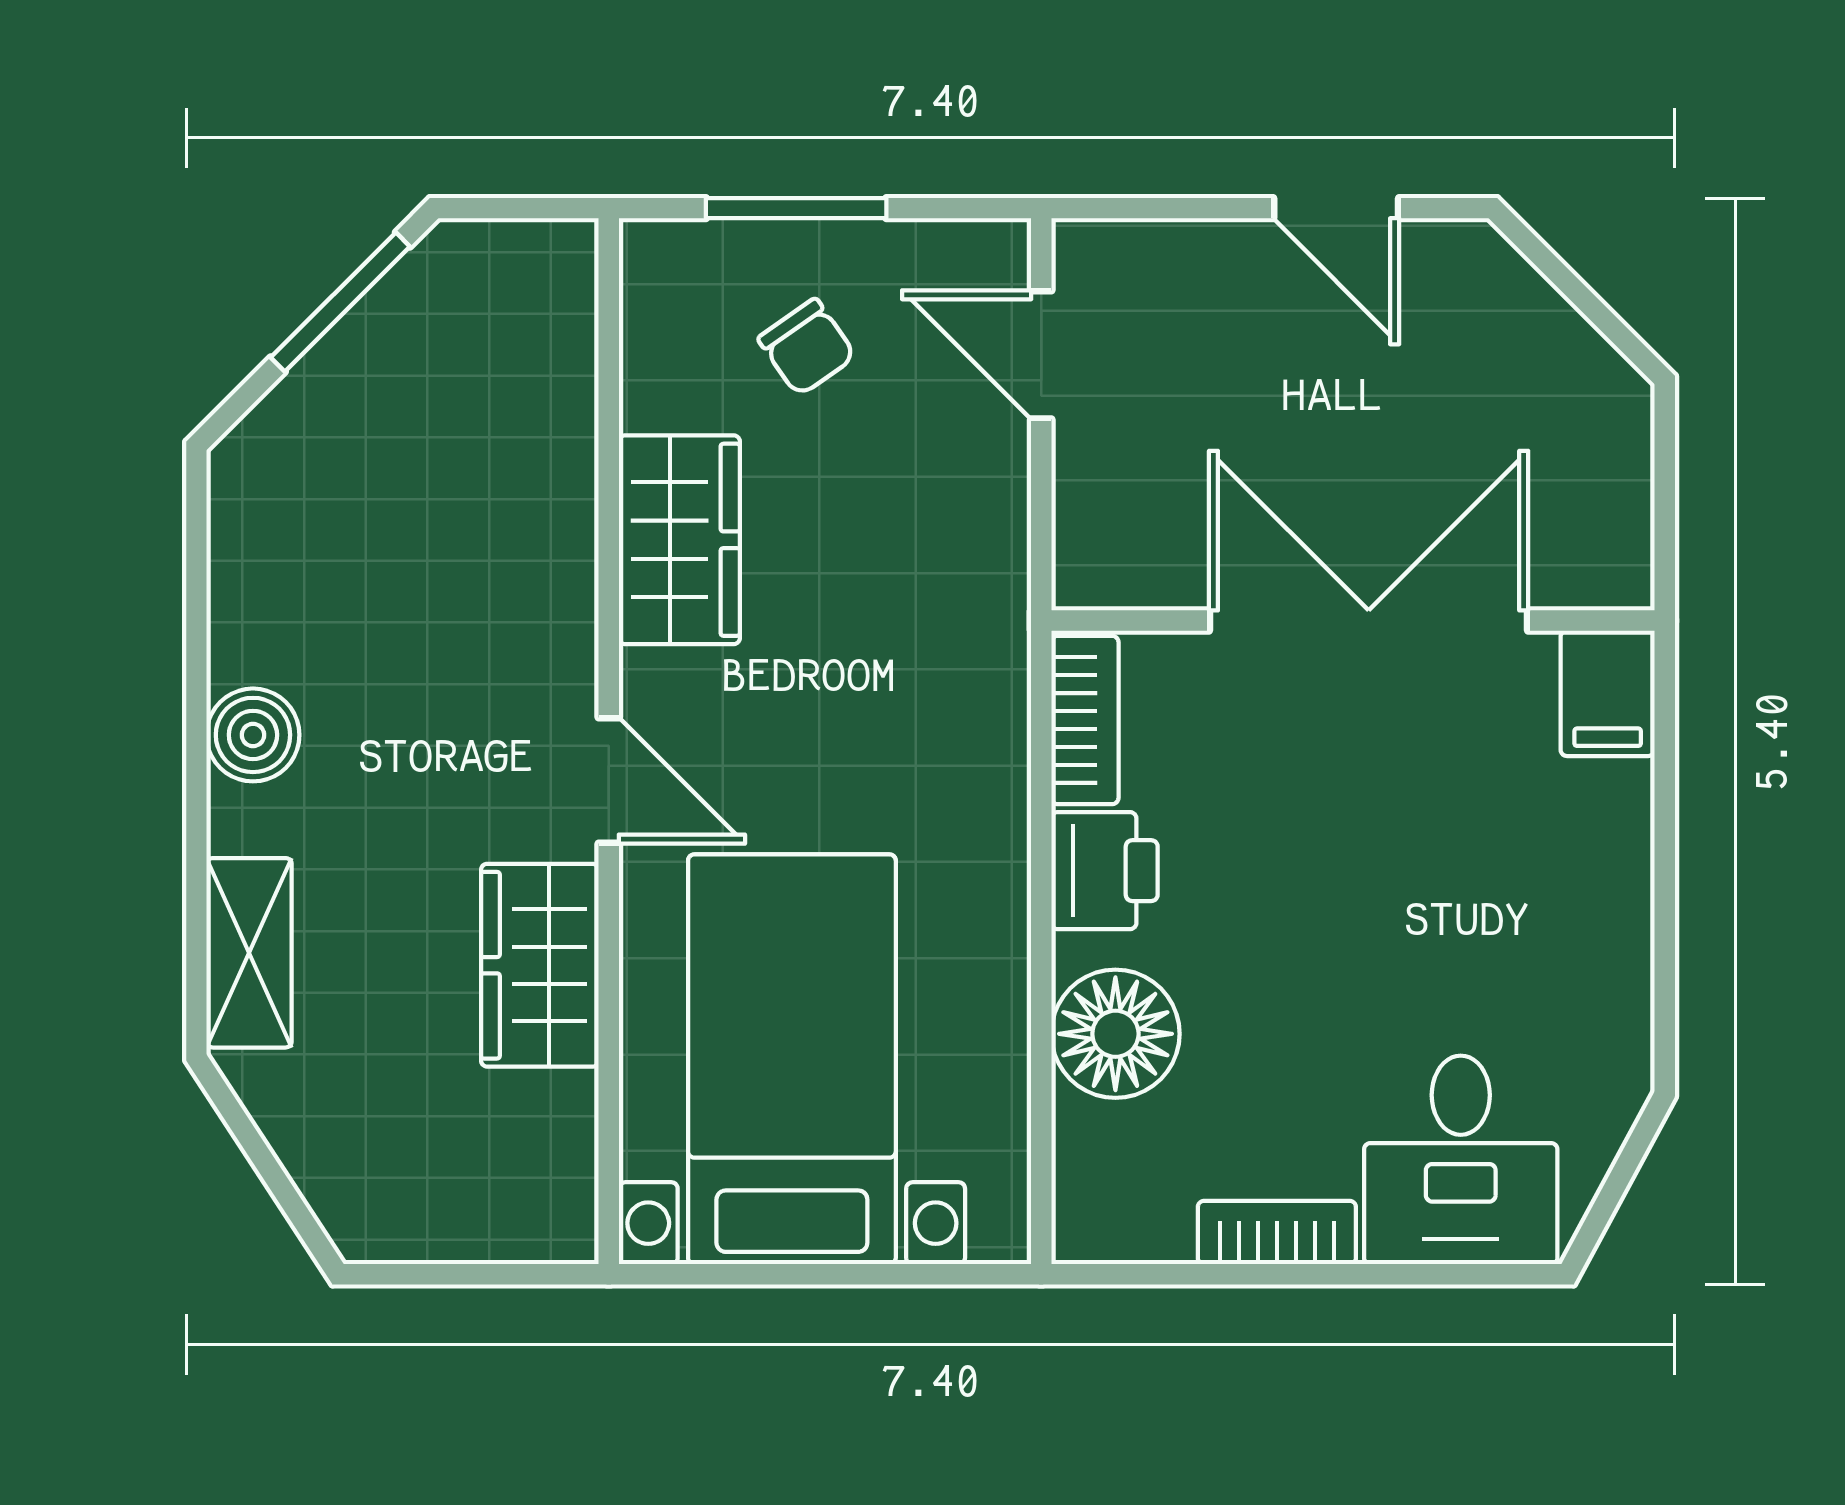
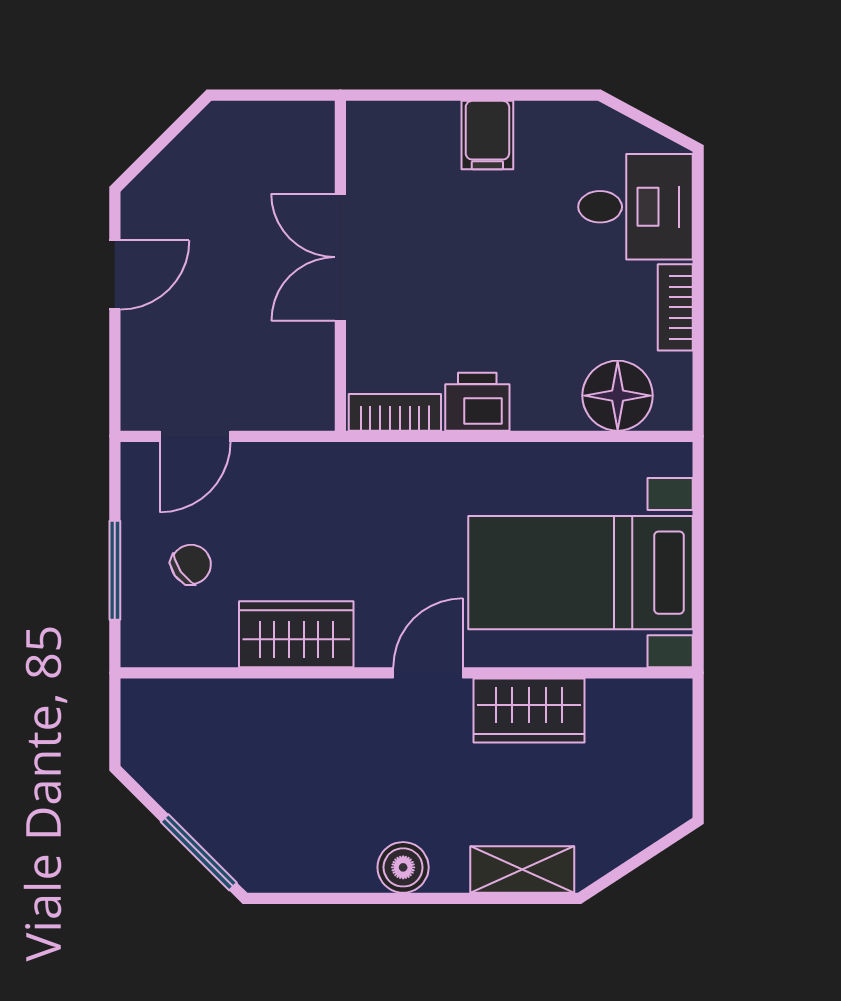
window: (340, 302) -> (199, 852), moved
double door: (1369, 621) -> (340, 257), width x0.73
filing cabinet: (1608, 693) -> (487, 135), moved, turned 90
floor lamp: (1115, 1034) -> (618, 396), moved

